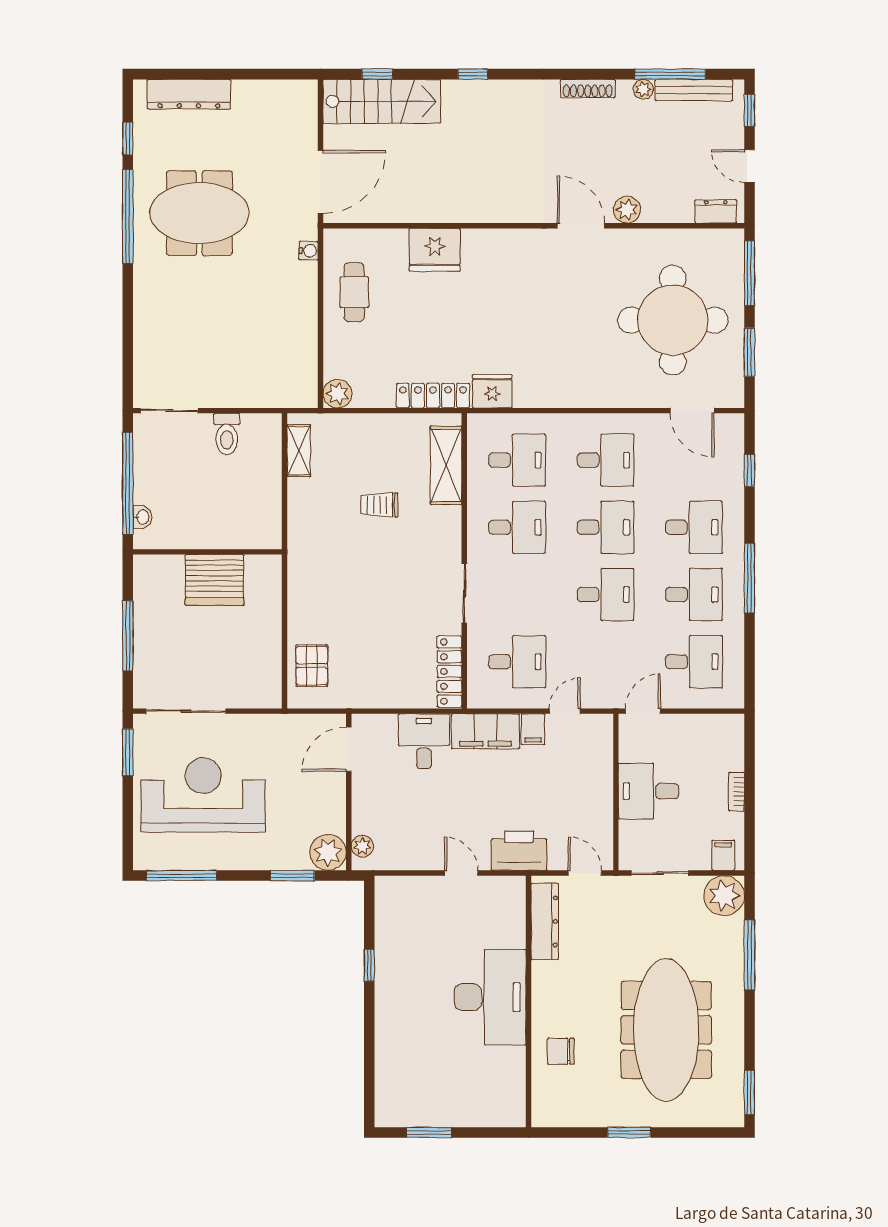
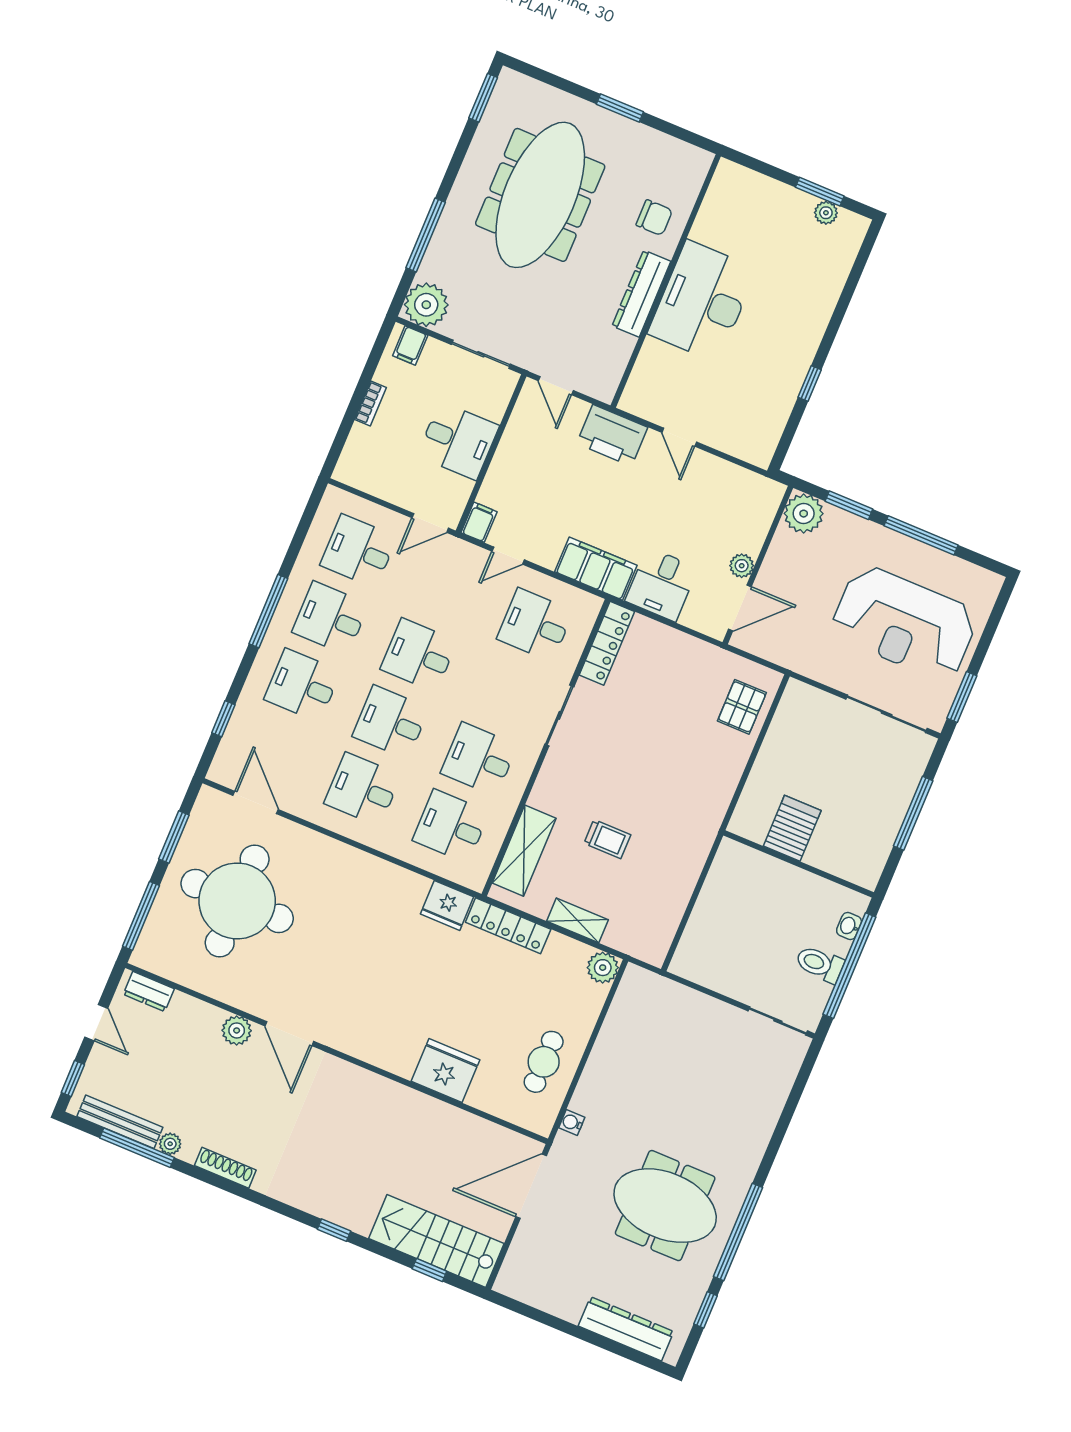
toilet: (227, 434) -> (820, 964), moved, turned -90
shelving: (299, 451) -> (578, 920), moved, turned 90
server rack: (215, 580) -> (792, 828), width x0.62
filing cabinet: (533, 729) -> (479, 522), moved
plant: (362, 846) -> (742, 566), moved
window: (181, 876) -> (921, 535), moved
dresser: (545, 921) -> (641, 294), moved
plant: (416, 1117) -> (826, 213), added

